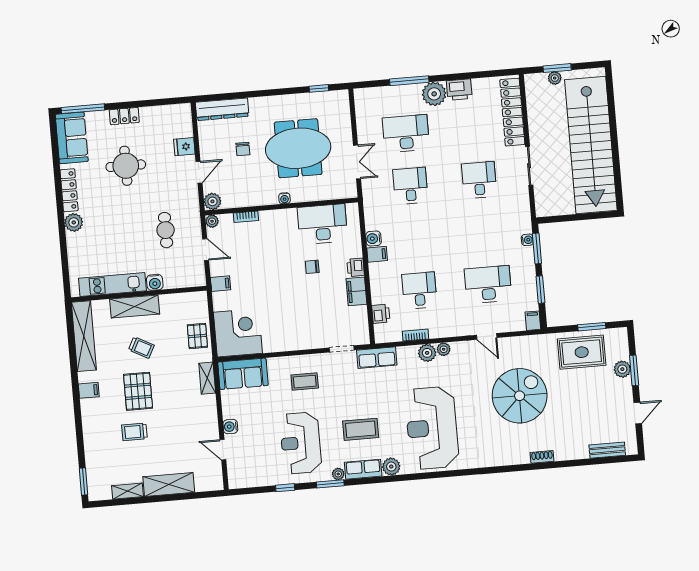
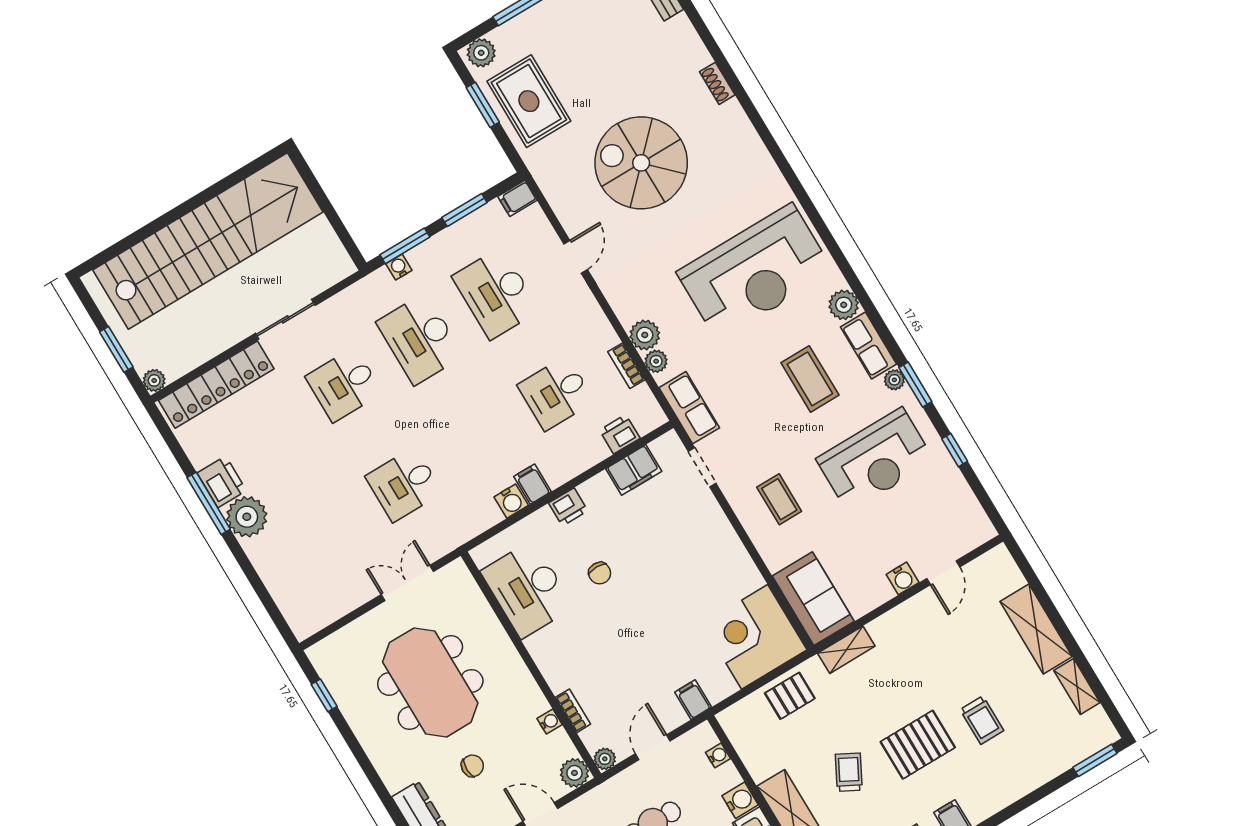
plant: (555, 78) -> (154, 380), moved
window: (409, 81) -> (209, 503), moved
desk: (406, 134) -> (420, 339), moved
water cooler: (284, 198) -> (550, 722), moved
water cooler: (184, 282) -> (718, 755), added
filing cabinet: (356, 291) -> (634, 470), moved
plant: (444, 349) -> (656, 361), moved
plant: (622, 369) -> (481, 53), moved

